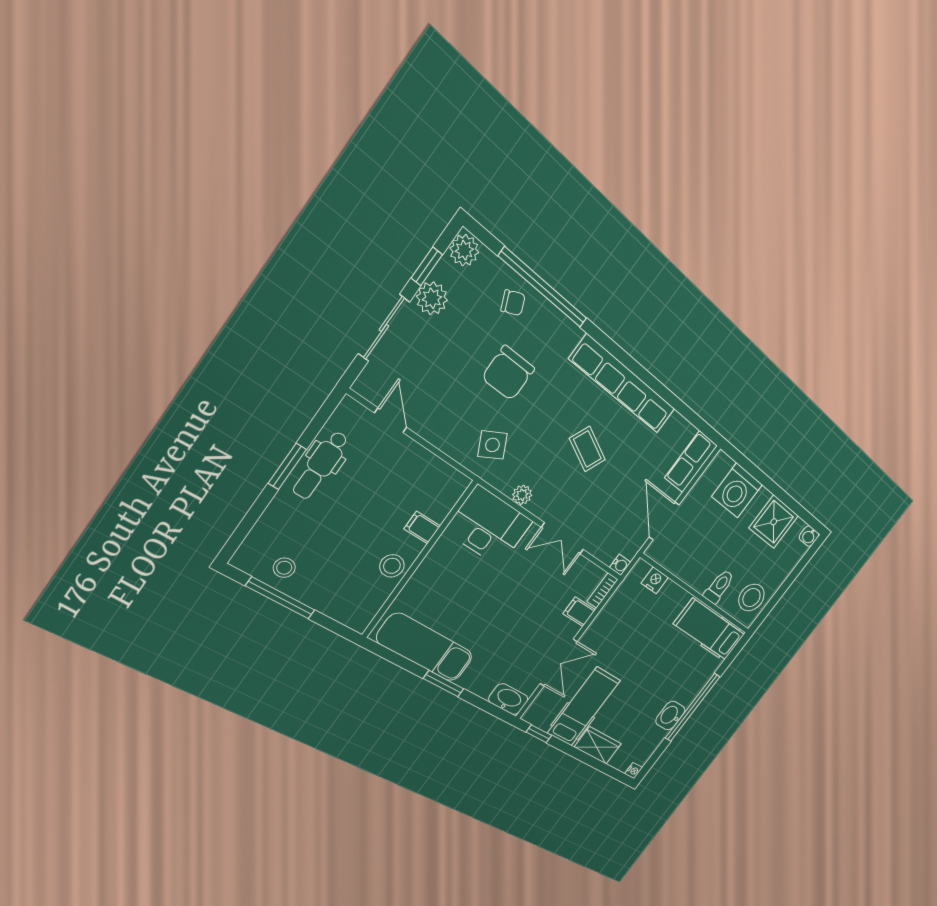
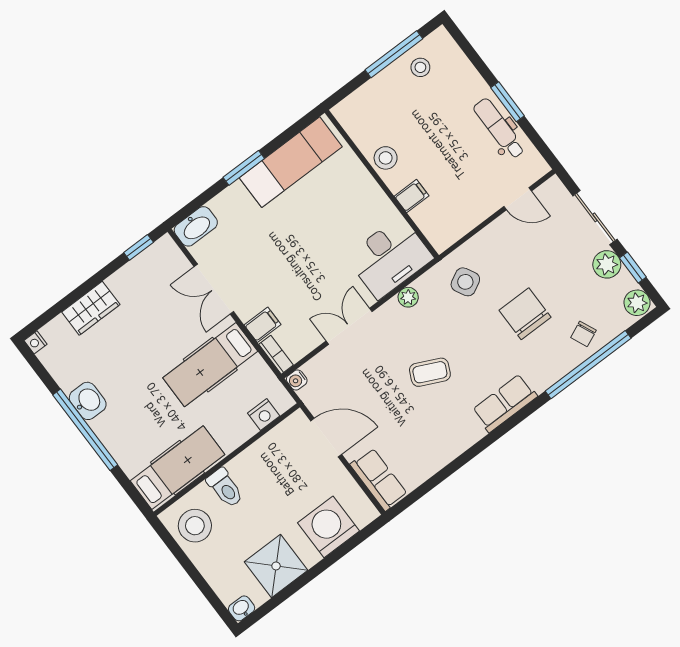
row of seats: (623, 385) -> (505, 403), width x0.50
hospital bed: (584, 707) -> (210, 365), moved, turned 90

